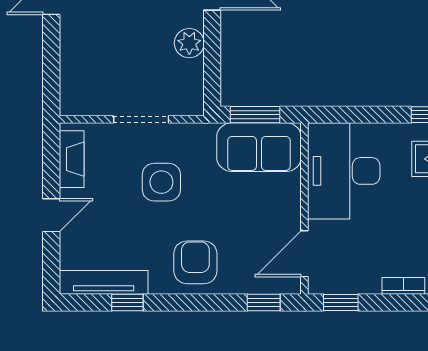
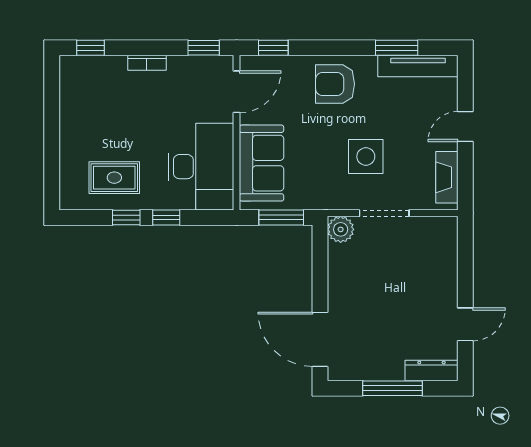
plant: (189, 43) -> (341, 229), moved
window: (382, 115) -> (166, 218), added
sofa: (259, 147) -> (262, 163), moved, turned 90
armchair: (195, 262) -> (335, 84), turned 90
window: (127, 302) -> (397, 48), width x1.50

